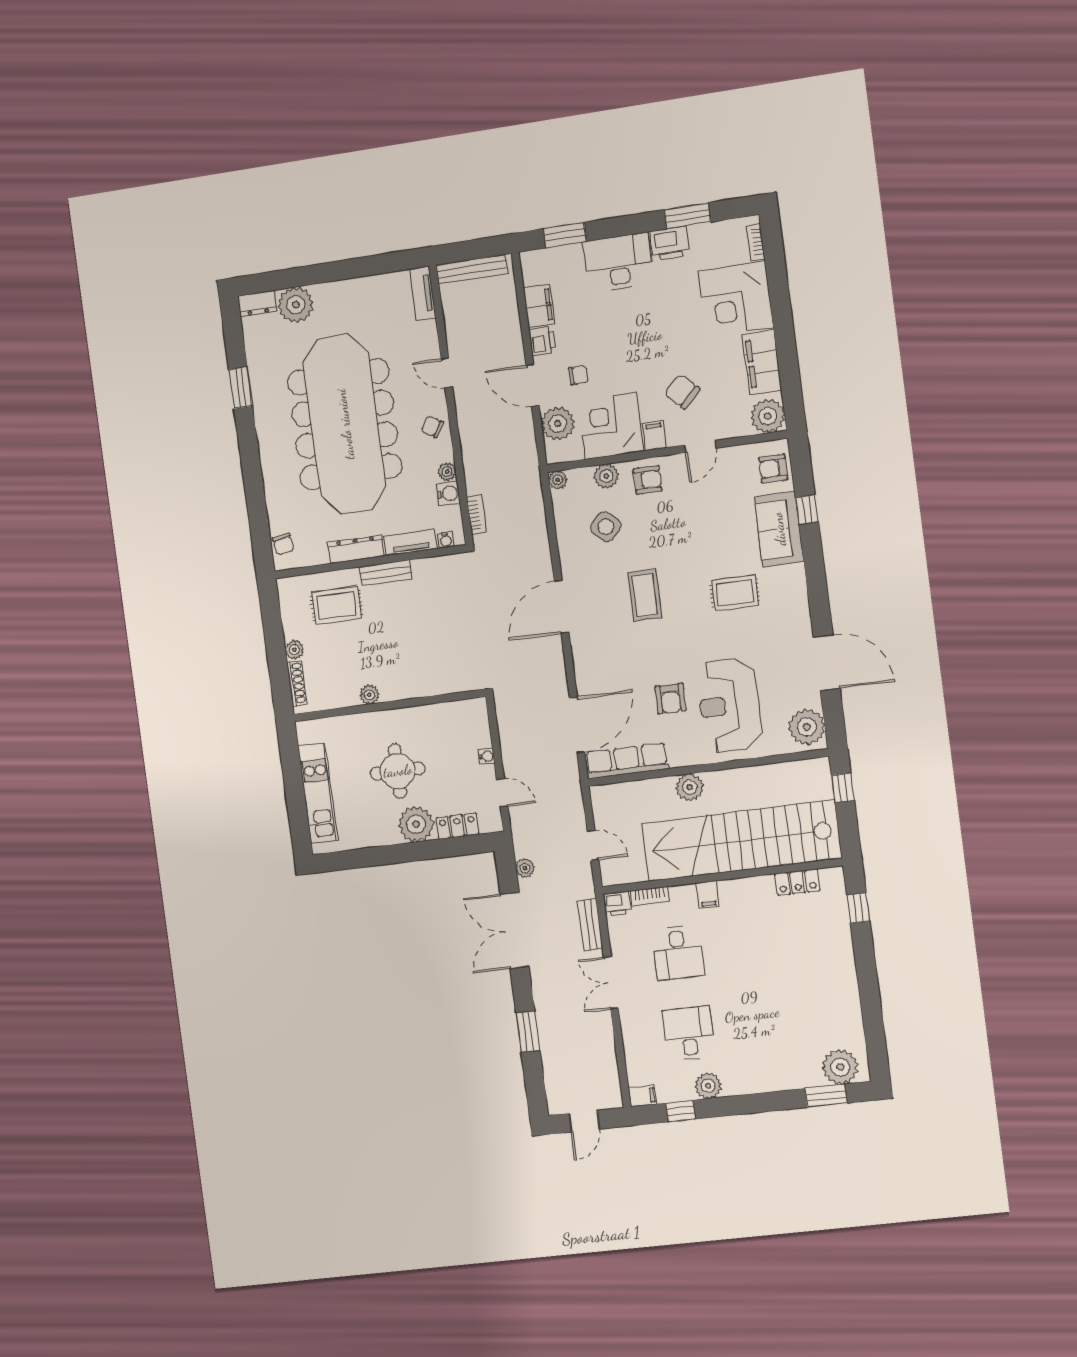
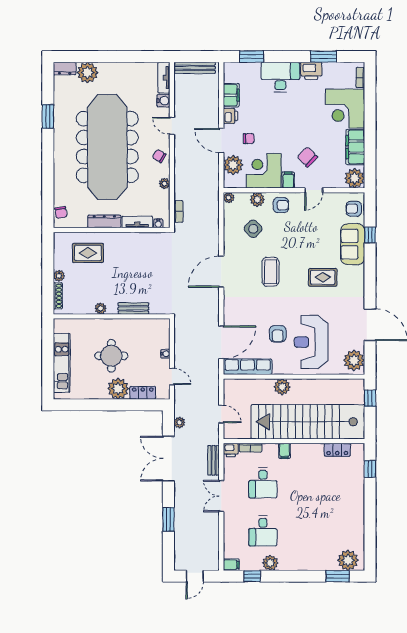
water cooler: (448, 494) -> (163, 101), moved
bench: (386, 573) -> (133, 308), moved
desk: (689, 1033) -> (263, 531), turned 180

